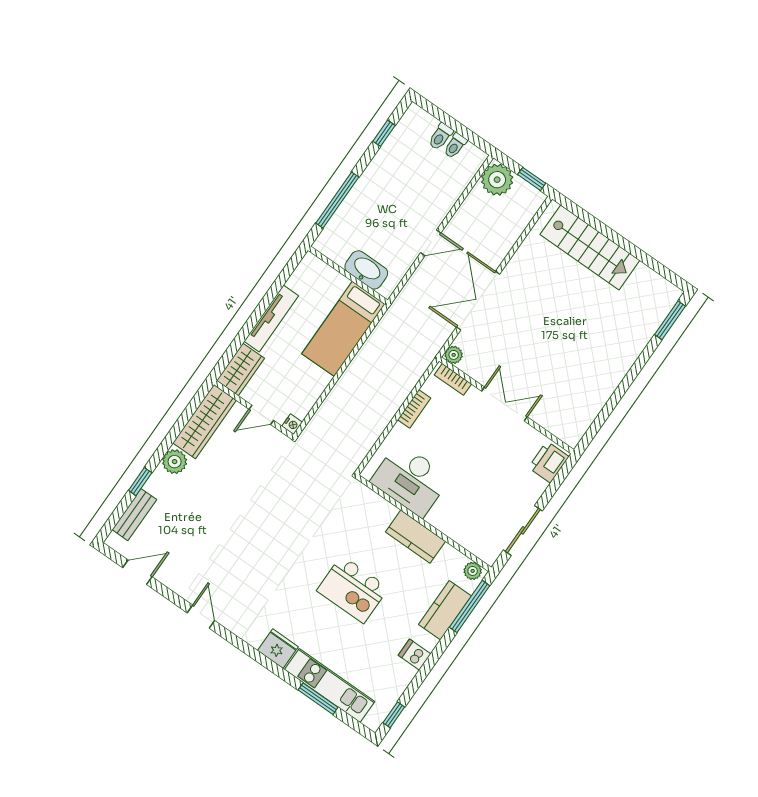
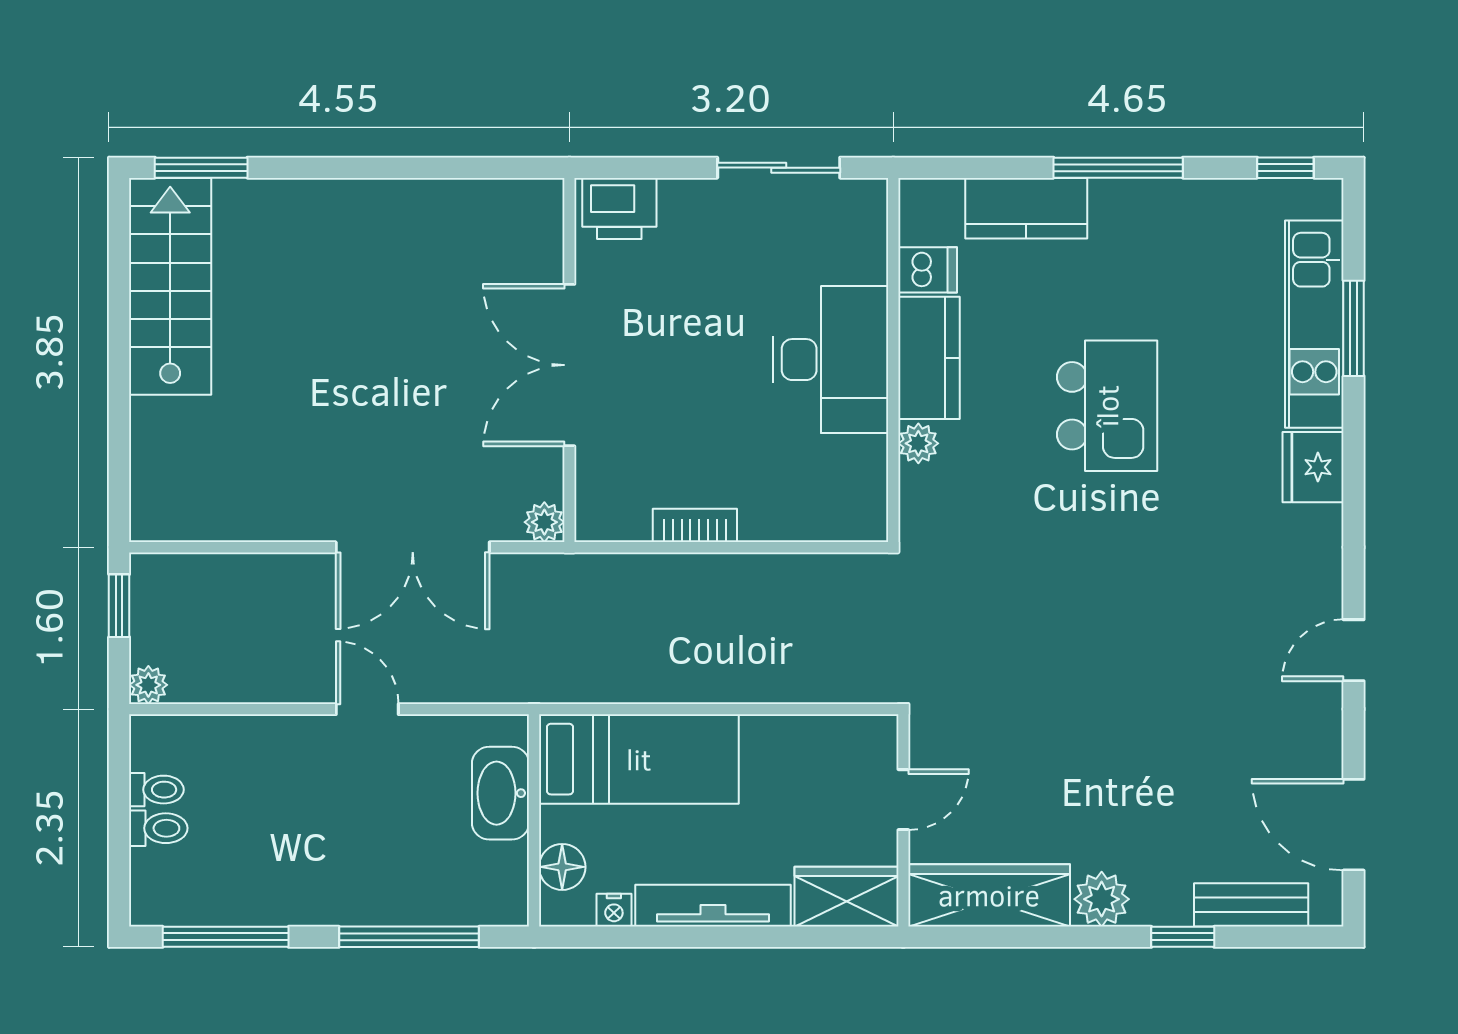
window: (384, 133) -> (226, 937), width x2.17
plant: (497, 180) -> (148, 685), width x0.53, depth x0.53
stairs: (590, 247) -> (170, 286), moved
floor lamp: (324, 274) -> (562, 867), added
bookcase: (453, 379) -> (590, 492), removed
double door: (504, 404) -> (569, 365), width x1.37
door: (261, 415) -> (903, 800), hinge flipped
nightstand: (292, 424) -> (614, 910), moved, turned 180
desk: (410, 480) -> (830, 360), moved
plant: (473, 571) -> (918, 443), moved
door: (137, 572) -> (1354, 825), width x1.38
window: (470, 607) -> (1118, 168), moved
dishwasher: (415, 655) -> (928, 270), moved, turned -90

